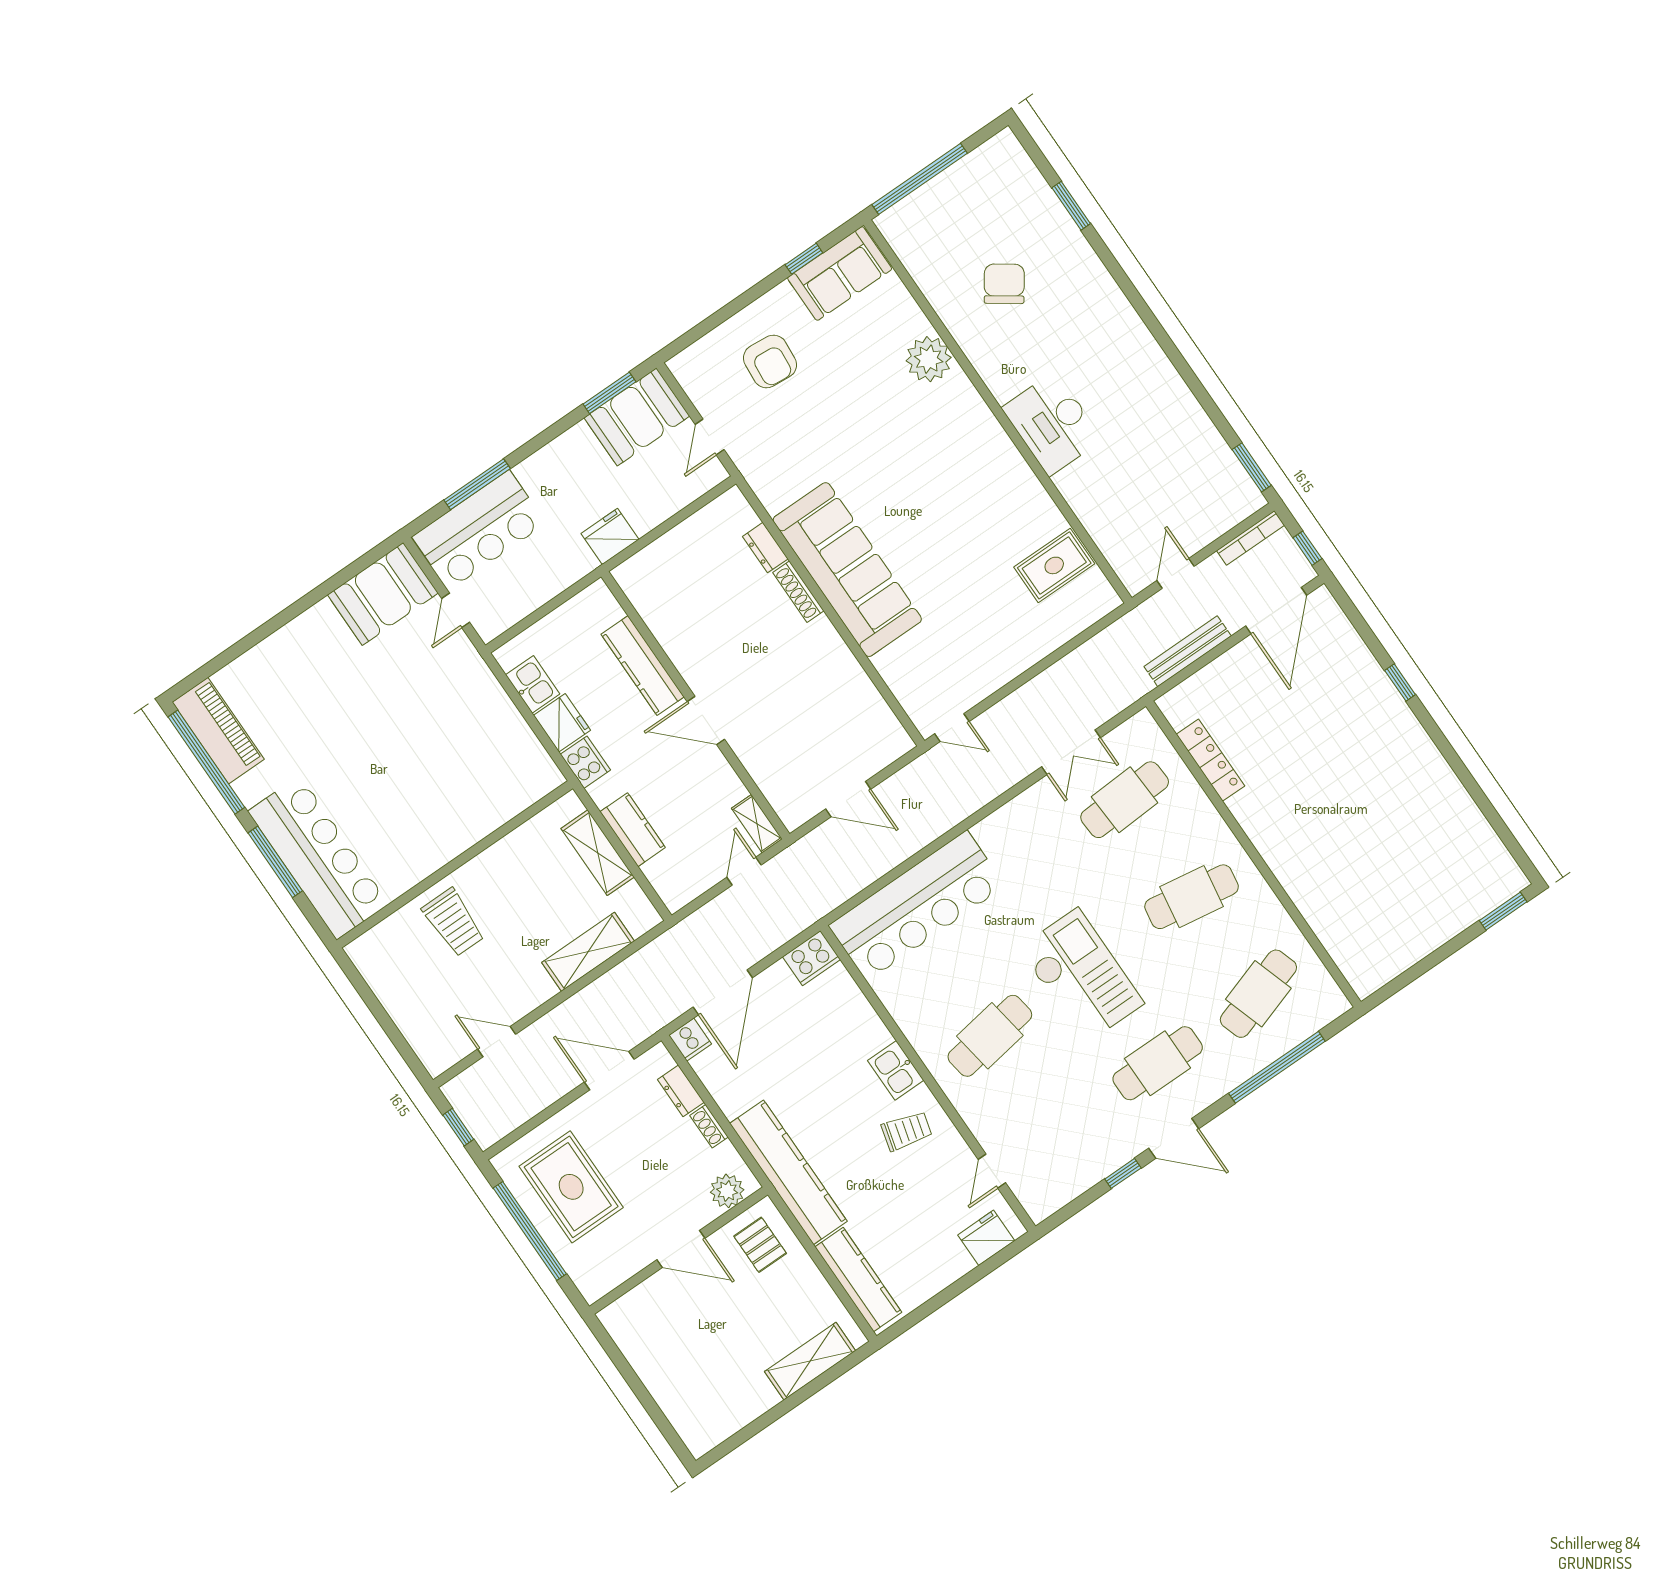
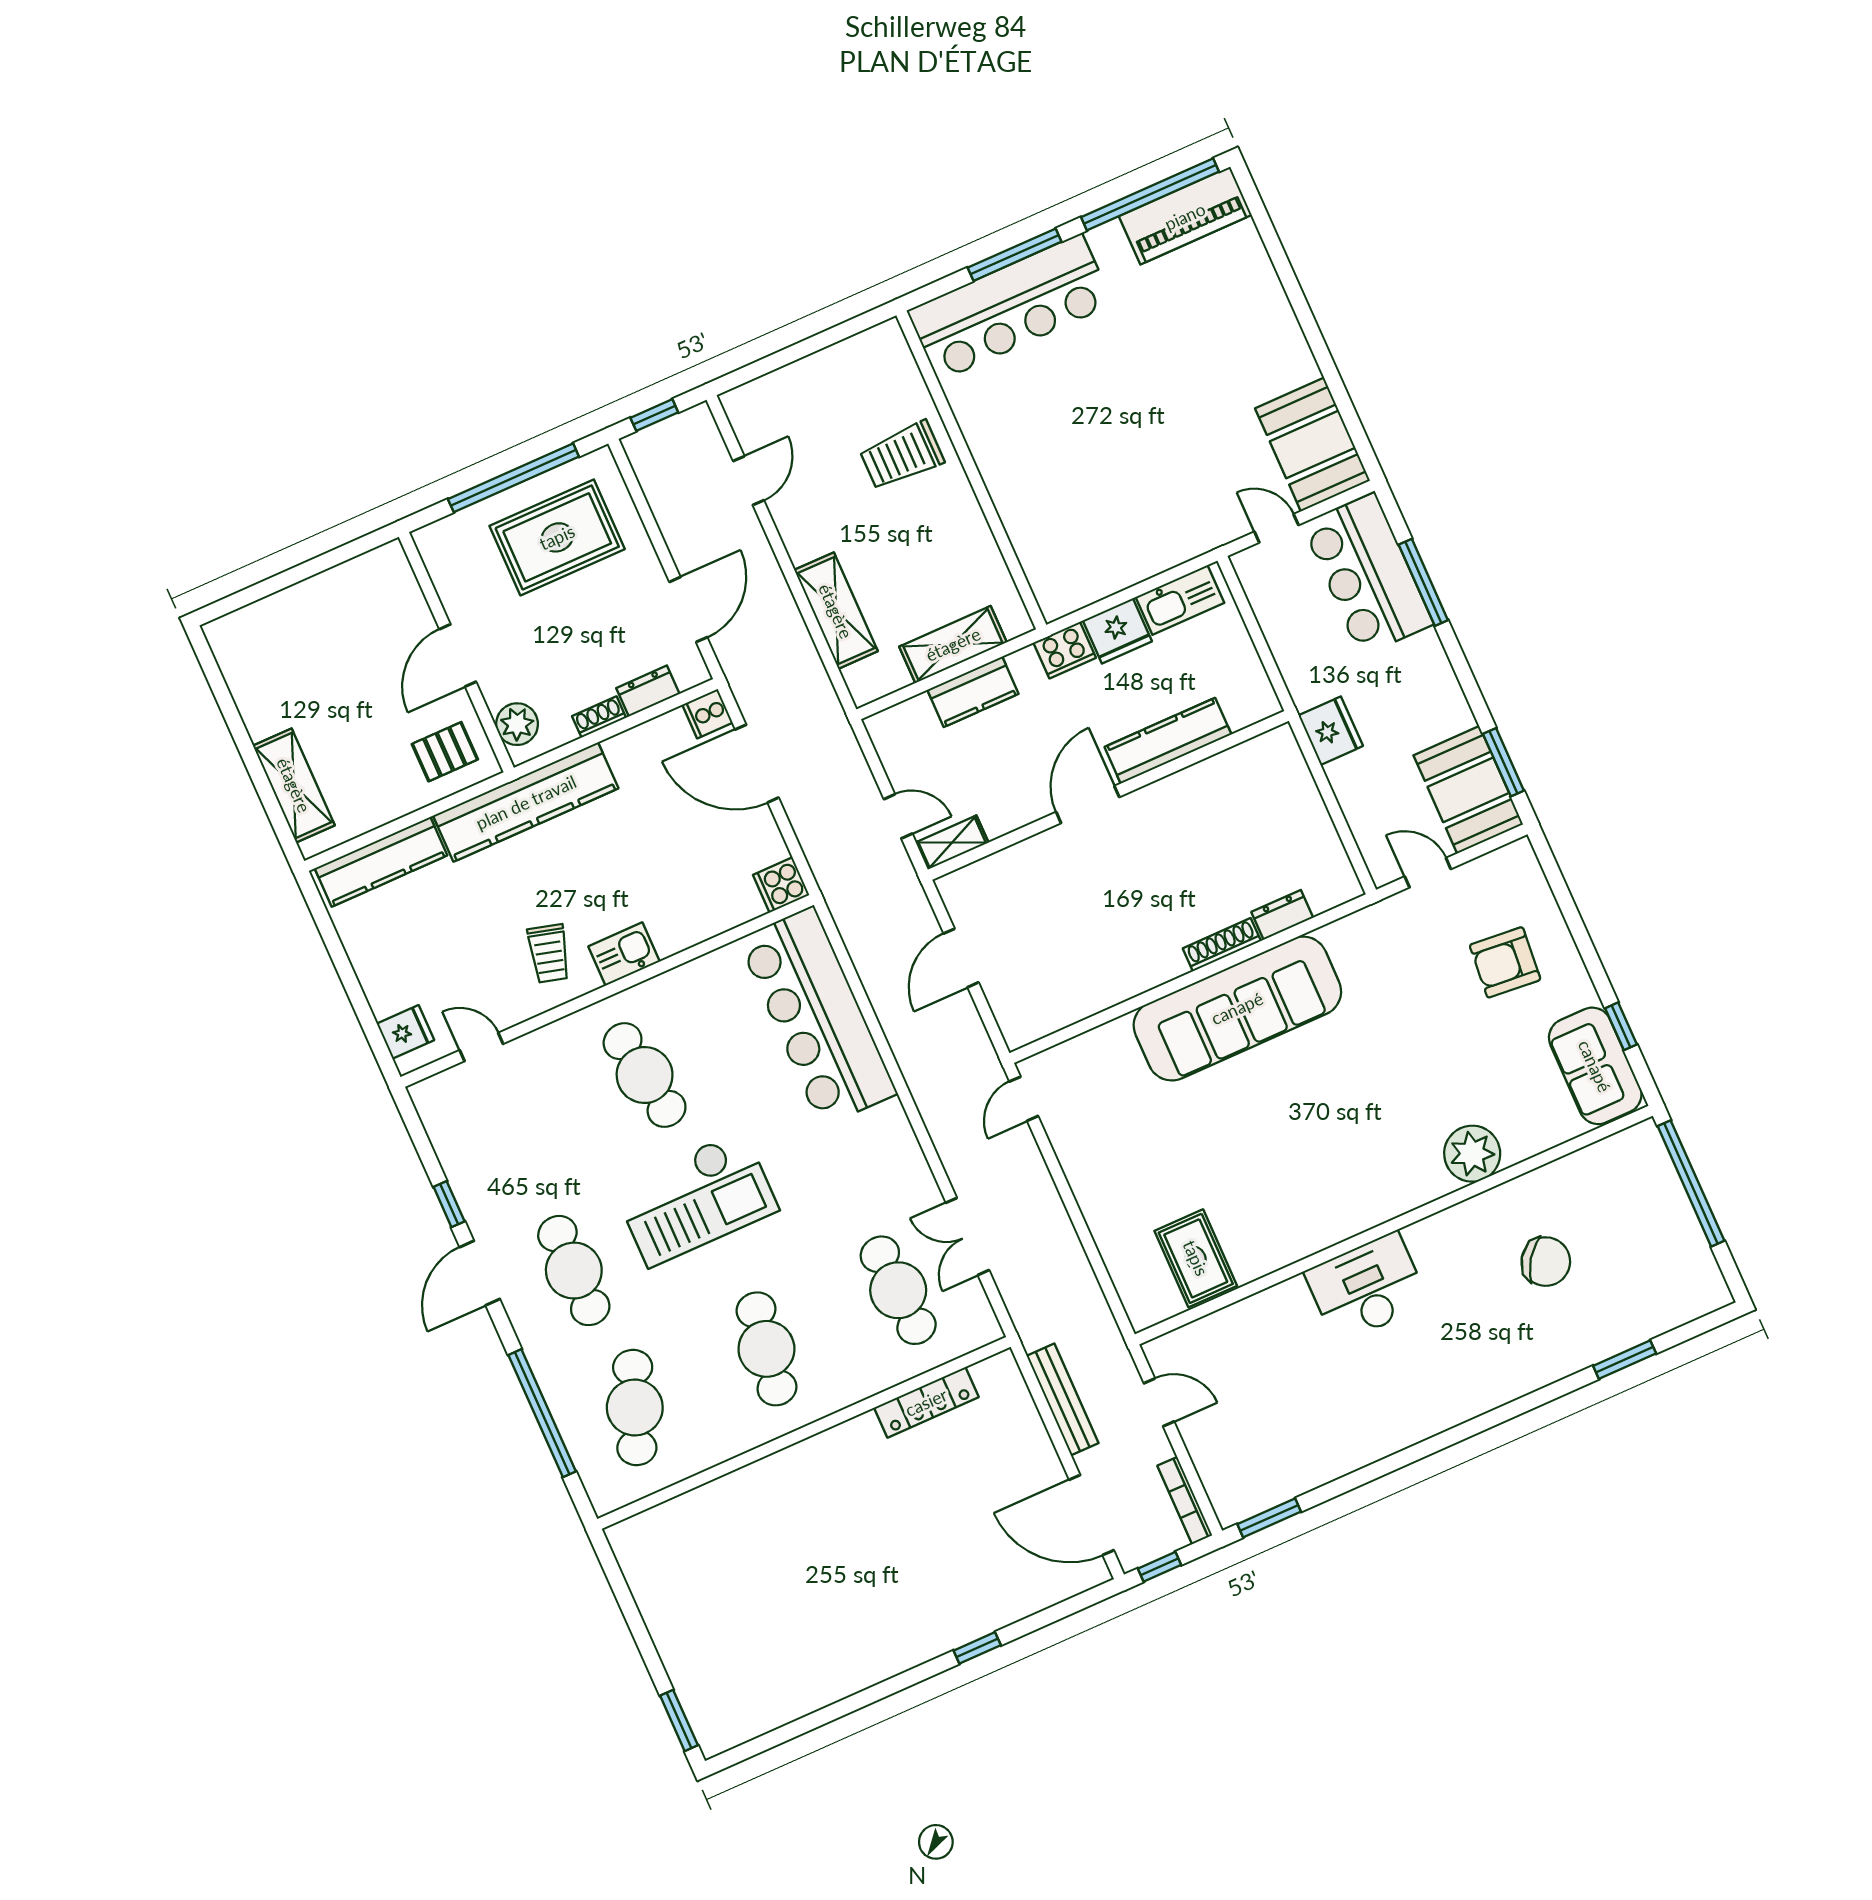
kitchen sink: (533, 684) -> (1180, 600), width x1.38
cooker: (812, 958) -> (781, 885), width x0.73
cafe table: (1258, 994) -> (635, 1407), turned 39
fridge: (986, 1238) -> (405, 1032), width x0.72

